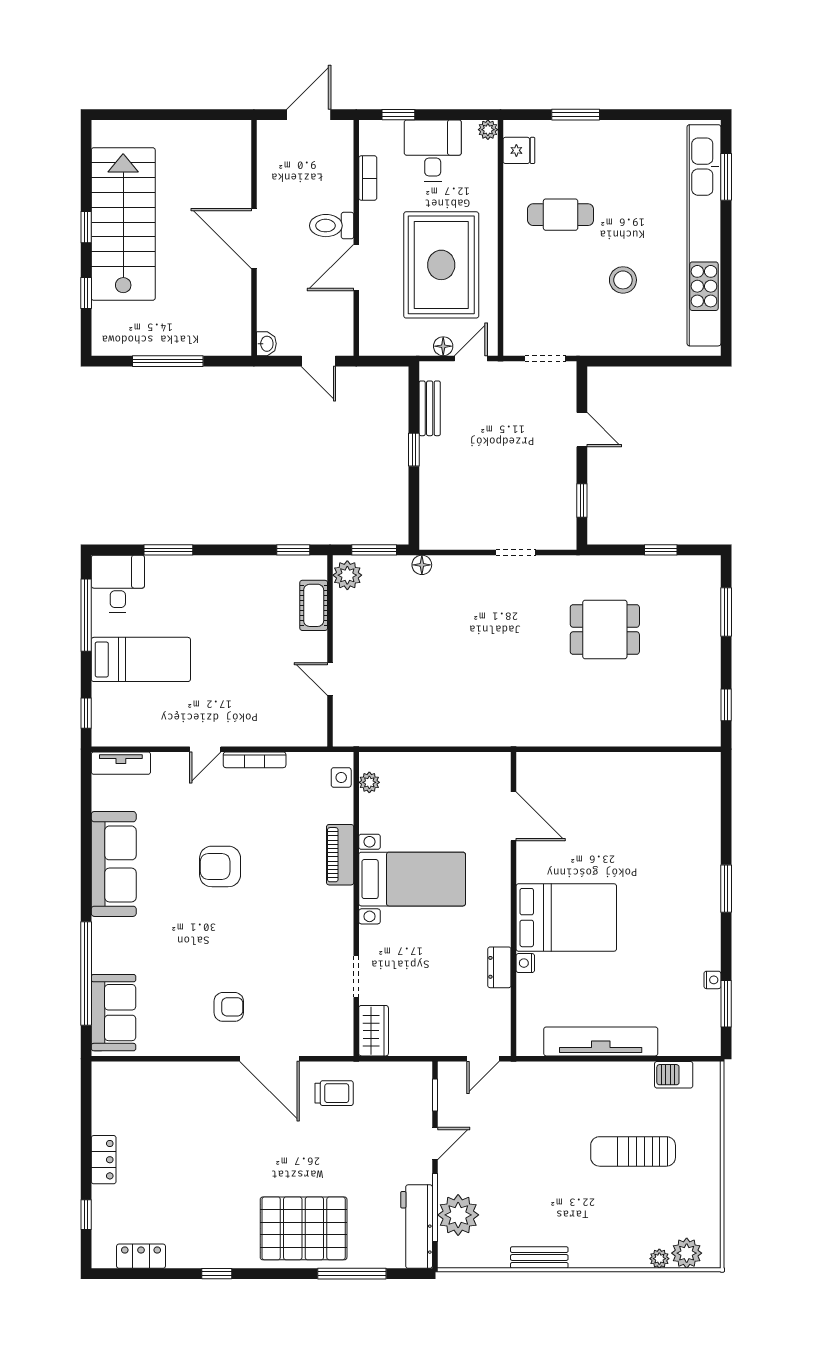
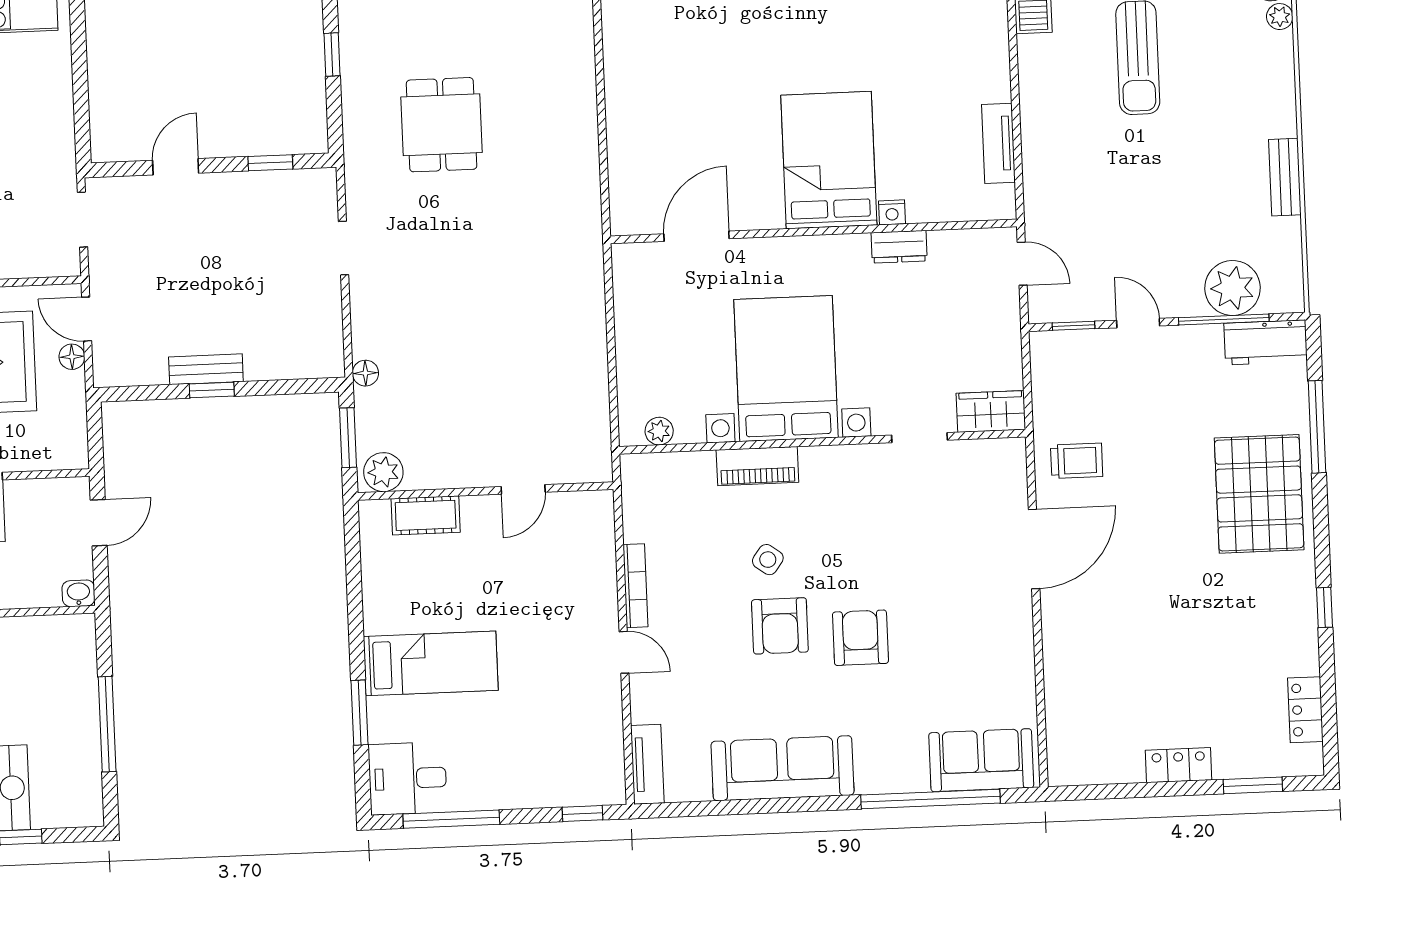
bench: (430, 408) -> (206, 369), moved
window: (293, 550) -> (353, 546), removed
bed: (141, 659) -> (431, 663), moved, turned 90
side table: (341, 777) -> (768, 560), moved, turned 36
bed with nightstands: (412, 879) -> (786, 368), width x1.36
armchair: (229, 1007) -> (860, 638), moved, width x1.38, depth x1.38
tv unit: (601, 1041) -> (998, 143), width x0.52, depth x0.78
trolley: (334, 1093) -> (1077, 461), turned 90
window: (86, 1215) -> (1253, 785), width x1.50
workbench: (417, 1227) -> (1266, 342), width x0.73

